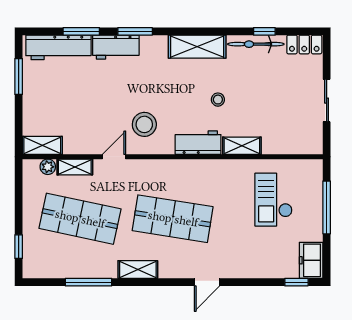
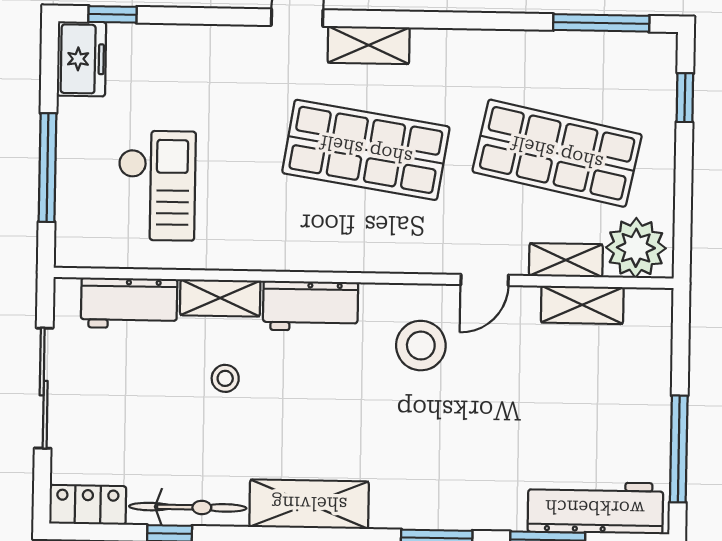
workbench: (116, 47) -> (129, 303), moved, turned 180
window: (19, 76) -> (679, 449), width x1.44
stool: (218, 100) -> (225, 378), moved
sliding door: (327, 101) -> (44, 388), width x1.37
shelving: (42, 145) -> (582, 305), moved
plant: (48, 167) -> (636, 248), width x1.87, depth x1.87
shelving: (138, 269) -> (369, 45), moved
window: (89, 282) -> (601, 23), moved

